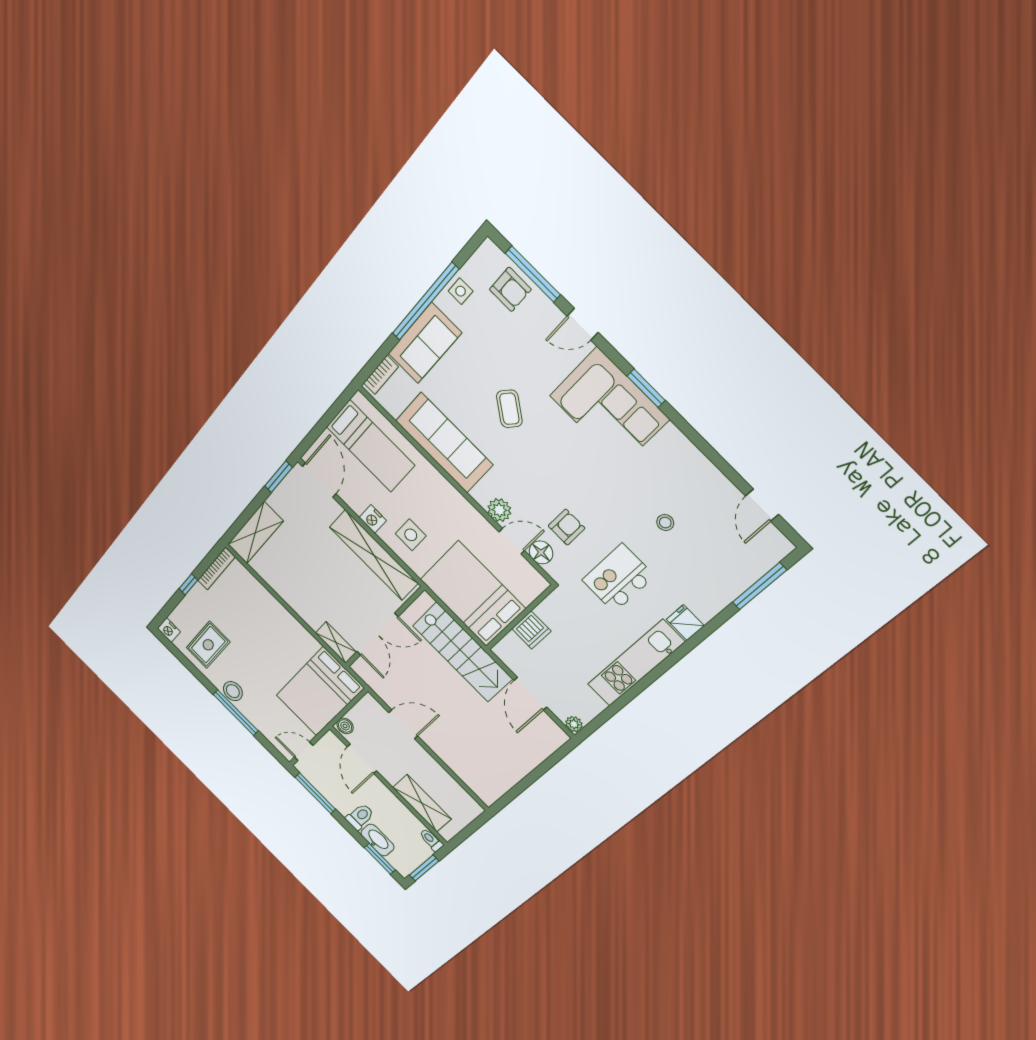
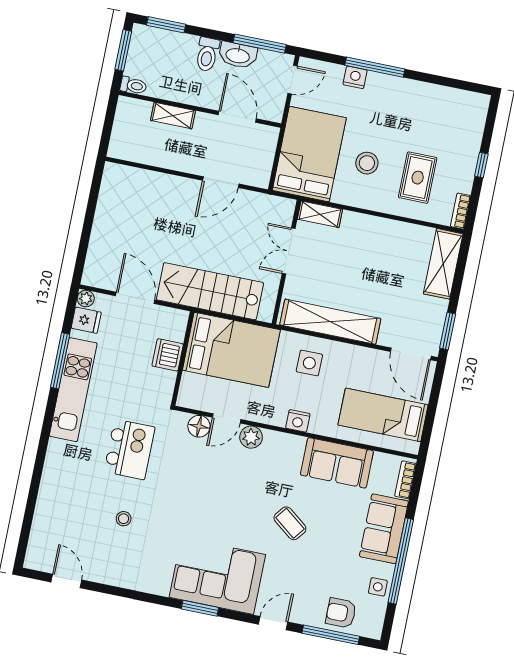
sofa: (444, 443) -> (337, 463), width x0.73
nightstand: (373, 519) -> (298, 421), moved, turned 180
armchair: (567, 527) -> (192, 461), removed
bookcase: (216, 569) -> (461, 211), width x0.64
window: (759, 586) -> (60, 361), moved
fridge: (685, 623) -> (86, 320), moved
nightstand: (169, 630) -> (355, 77), moved
double door: (377, 634) -> (289, 251), width x0.73
rug: (208, 645) -> (418, 178), moved
stool: (233, 691) -> (367, 163), moved
boiler: (345, 726) -> (269, 138), removed
shelving: (422, 803) -> (173, 116), width x0.67, depth x0.75
washbasin: (377, 840) -> (238, 55), moved

